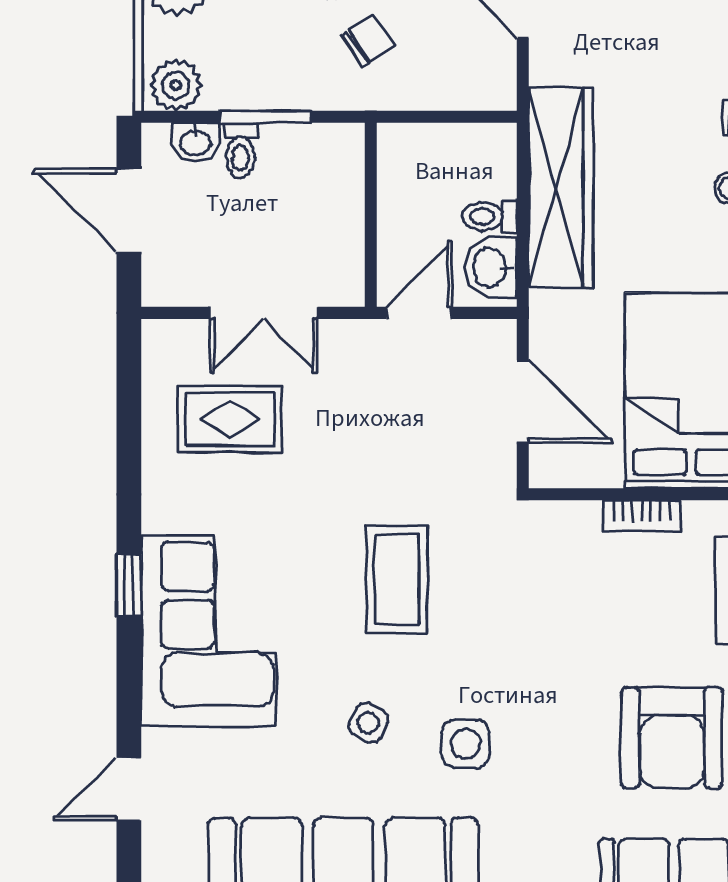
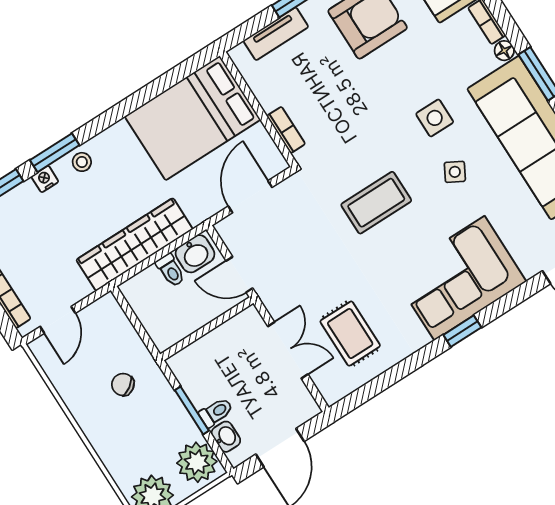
plant: (176, 85) -> (197, 462), width x1.36, depth x1.36
bookcase: (642, 516) -> (286, 130), moved

